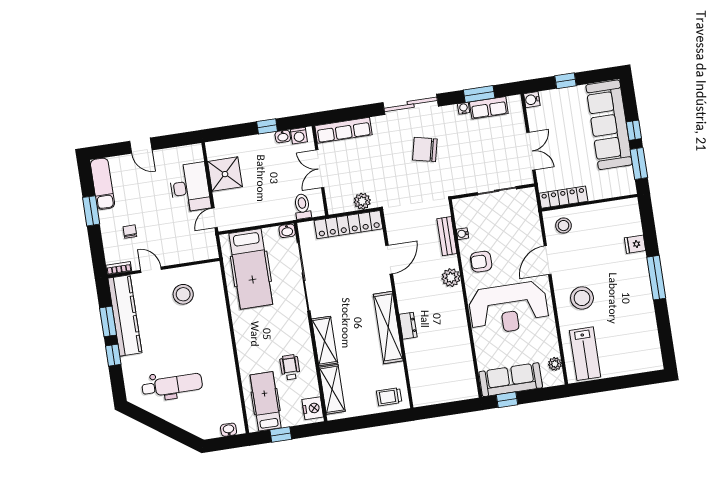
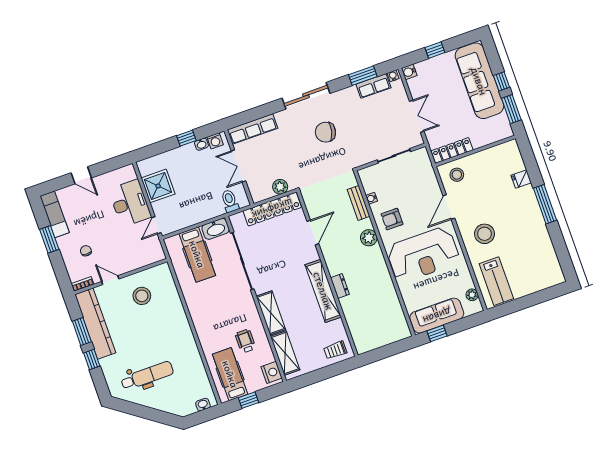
water cooler: (464, 108) -> (393, 76), moved
washbasin: (287, 231) -> (216, 229), width x1.91, depth x1.45
hospital bed: (251, 269) -> (197, 254), width x0.73, depth x0.78

